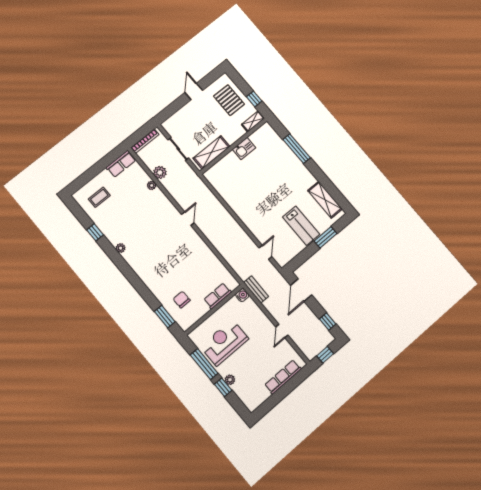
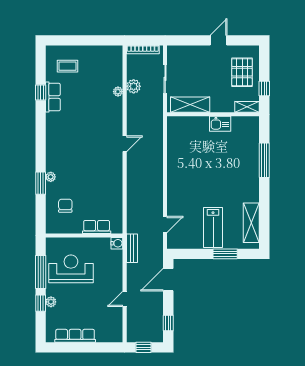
row of seats: (121, 164) -> (53, 97), moved, turned -90
plant: (121, 248) -> (51, 177), moved
window: (165, 317) -> (41, 183), moved
row of seats: (283, 377) -> (75, 336), moved

